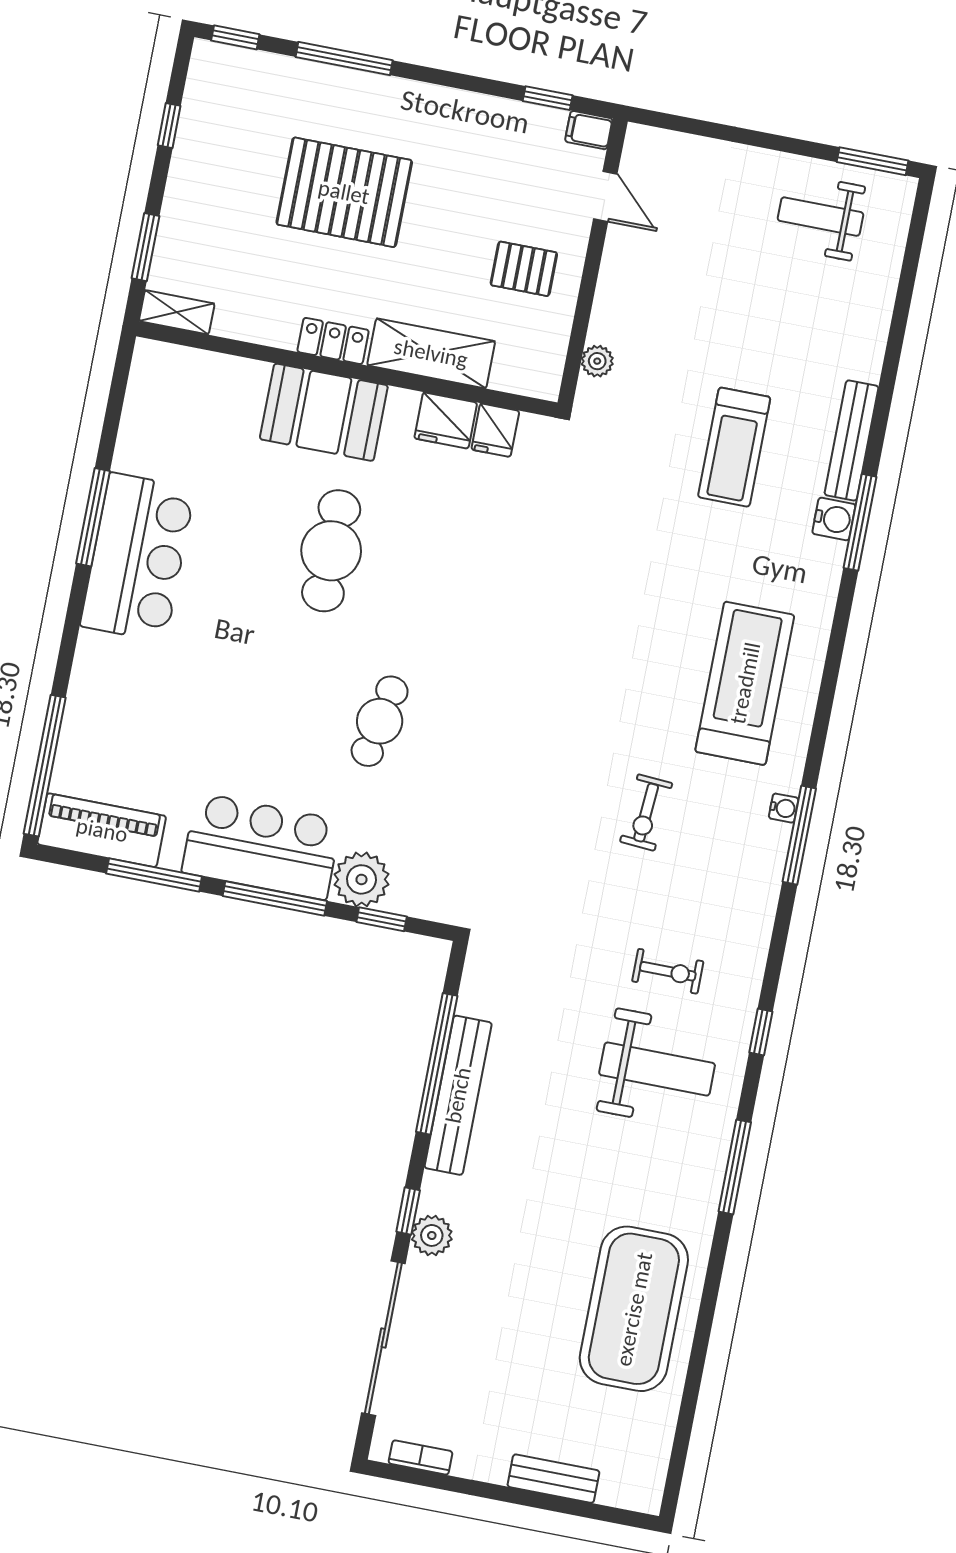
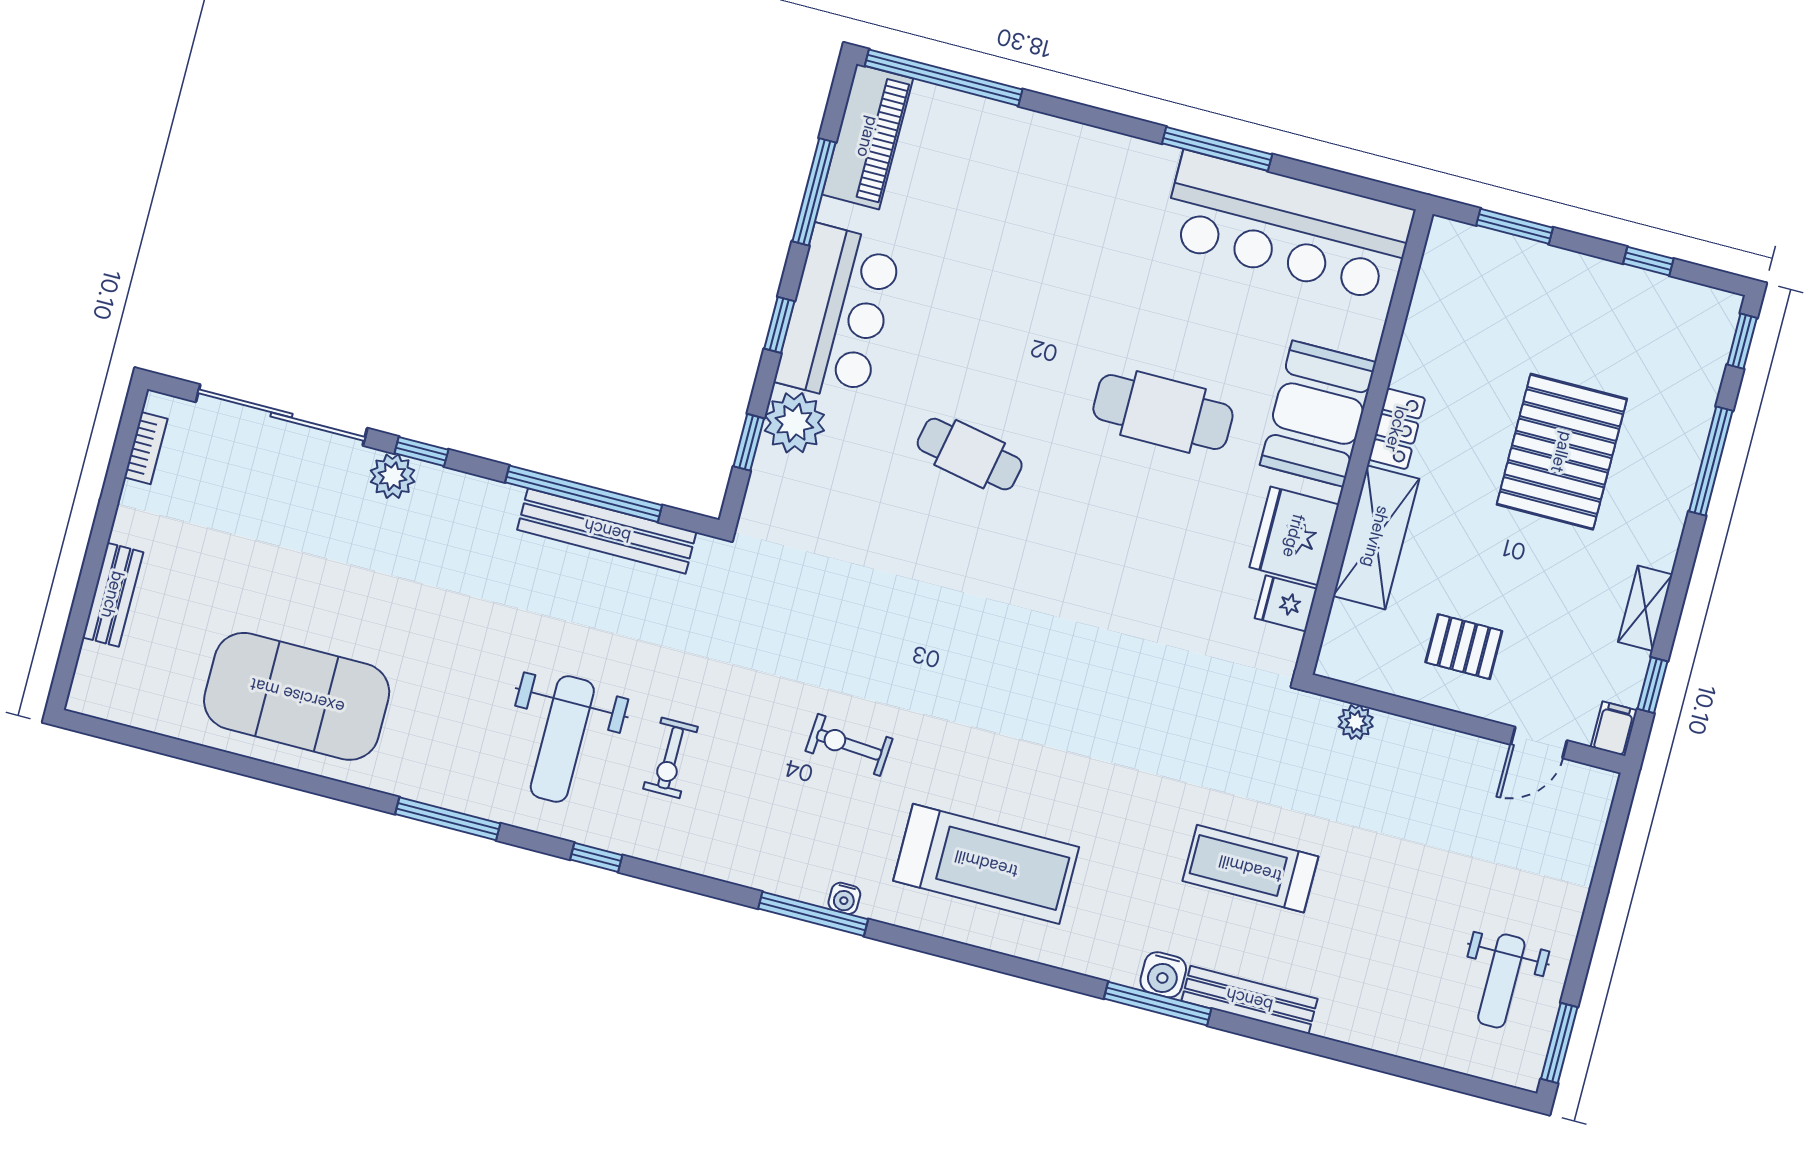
weight bench: (820, 217) -> (1501, 981), turned 180
pallet: (524, 269) -> (1464, 647), turned 90
shelving: (177, 312) -> (1645, 608), moved
fridge: (446, 421) -> (1294, 536), width x1.36, depth x1.34
bar counter: (138, 557) -> (1287, 226), moved, width x1.36
window: (275, 898) -> (779, 325), width x0.46
bench: (458, 1095) -> (607, 531), moved

